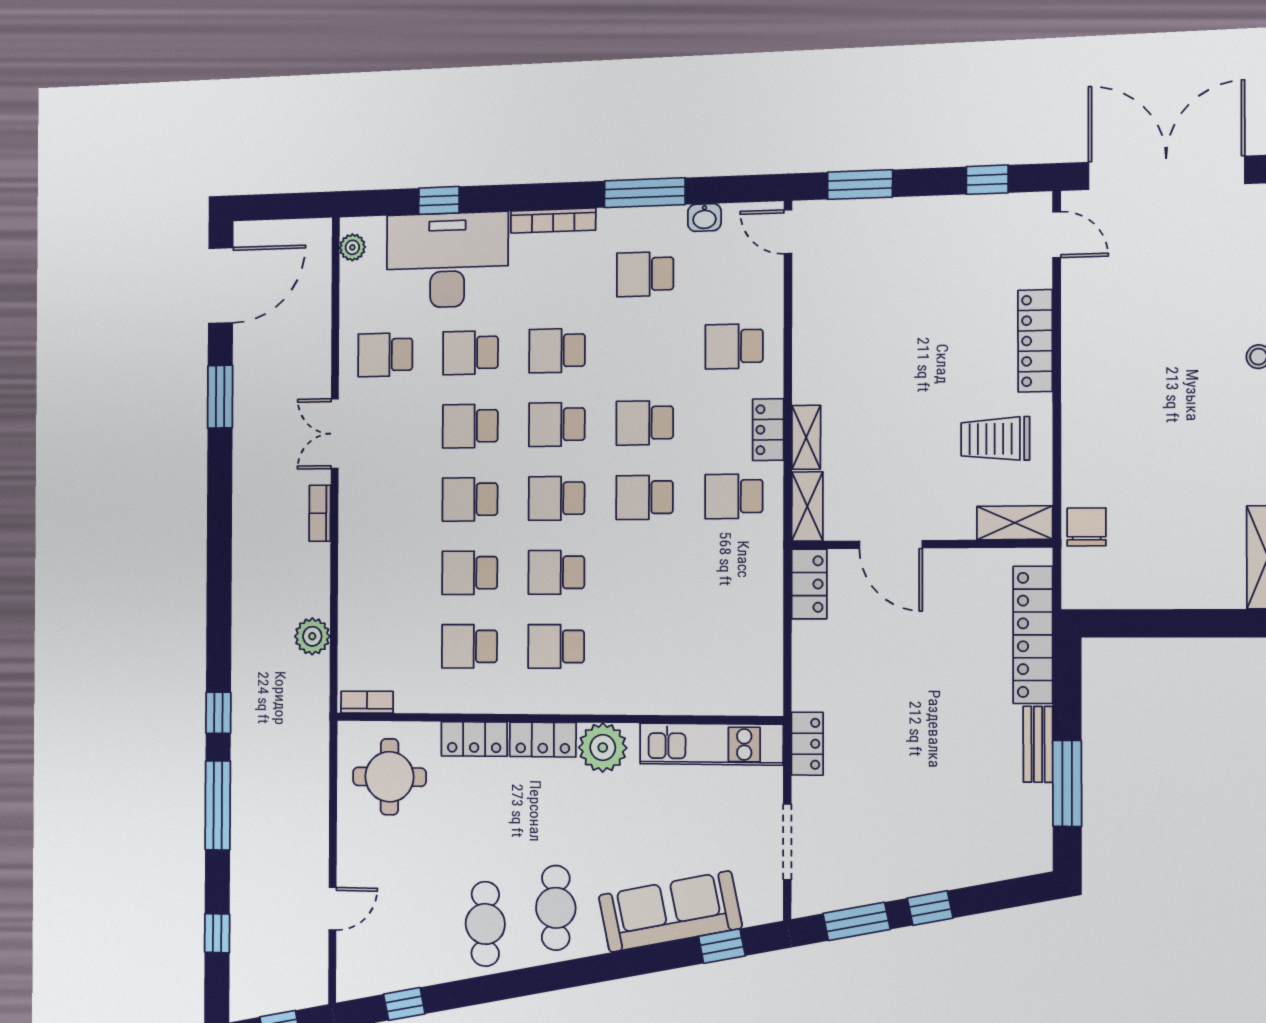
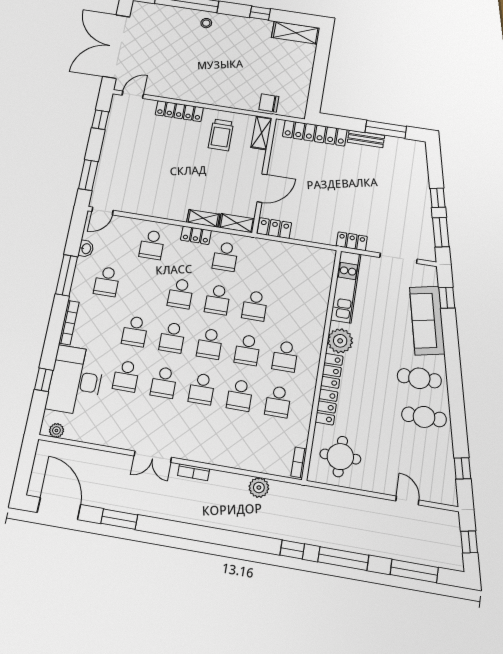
school desk: (385, 355) -> (255, 306), moved
window: (217, 933) -> (414, 571), width x2.17

